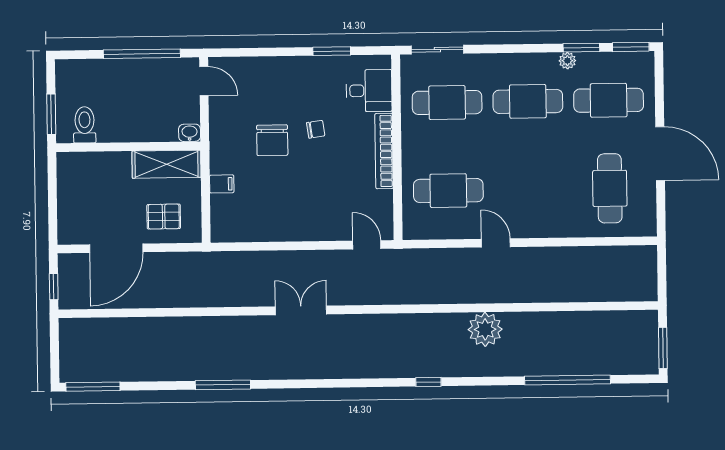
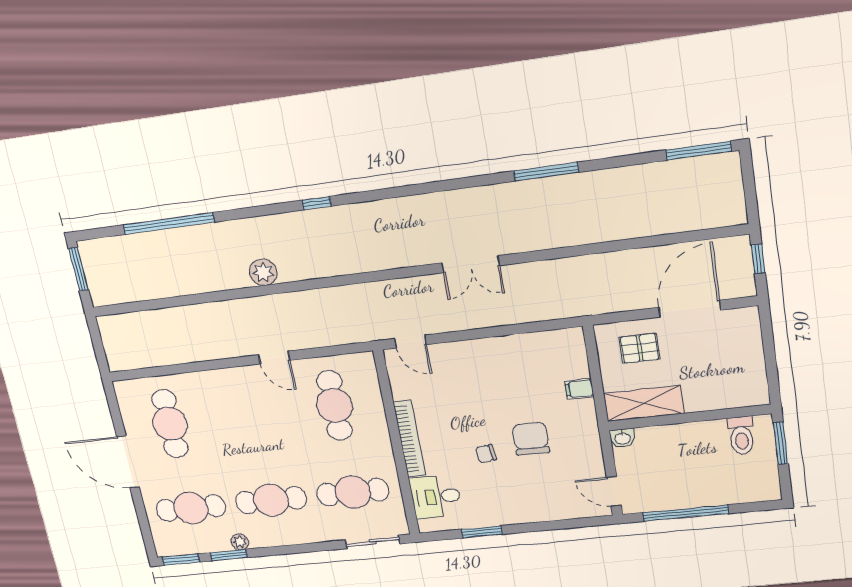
cafe table: (448, 191) -> (334, 406), turned 90
plant: (485, 329) -> (263, 272), width x0.73, depth x0.73

